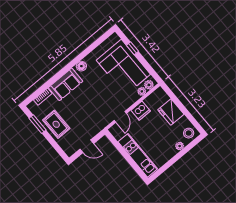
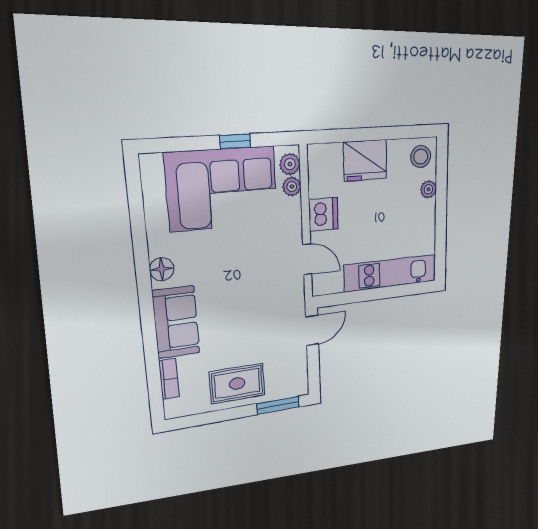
window: (132, 48) -> (235, 141), moved
window: (37, 124) -> (278, 405), moved
door: (87, 146) -> (312, 330), moved

